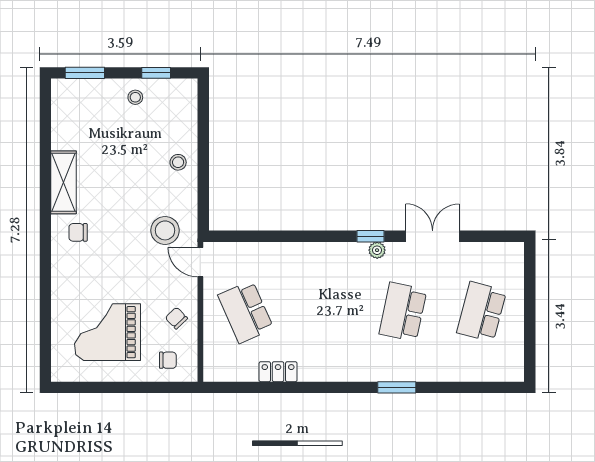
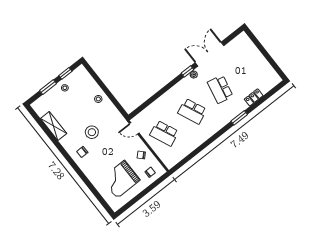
window: (85, 73) -> (48, 87), moved
shelving: (63, 182) -> (54, 126), moved
stool: (165, 230) -> (92, 132), moved
double door: (433, 236) -> (210, 54), width x1.37
school desk: (482, 312) -> (192, 111), moved, turned -39
locker: (278, 372) -> (254, 97), moved

